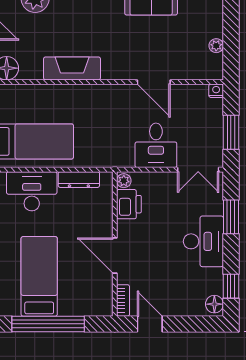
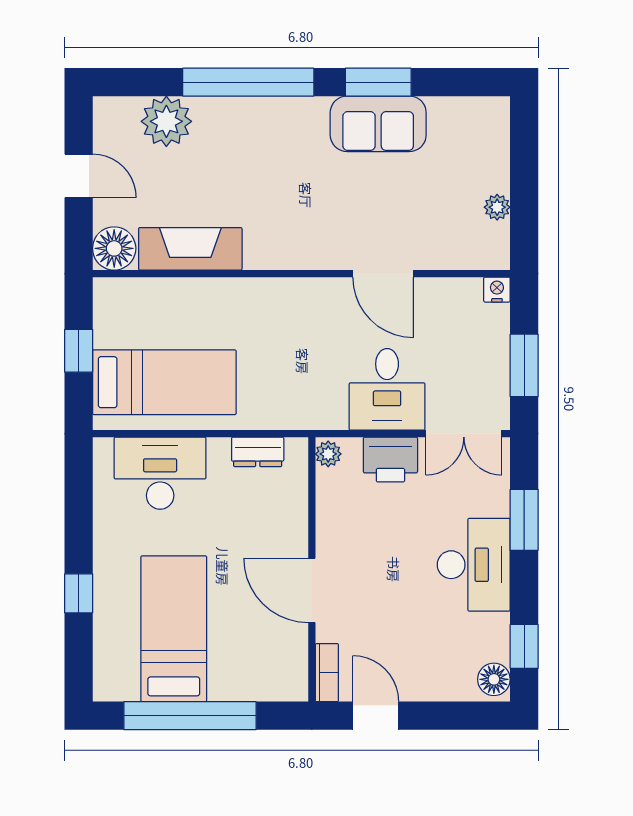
fireplace: (72, 68) -> (190, 249), moved
dresser: (79, 180) -> (258, 452), width x0.70
printer: (129, 204) -> (390, 460), moved, turned 90

